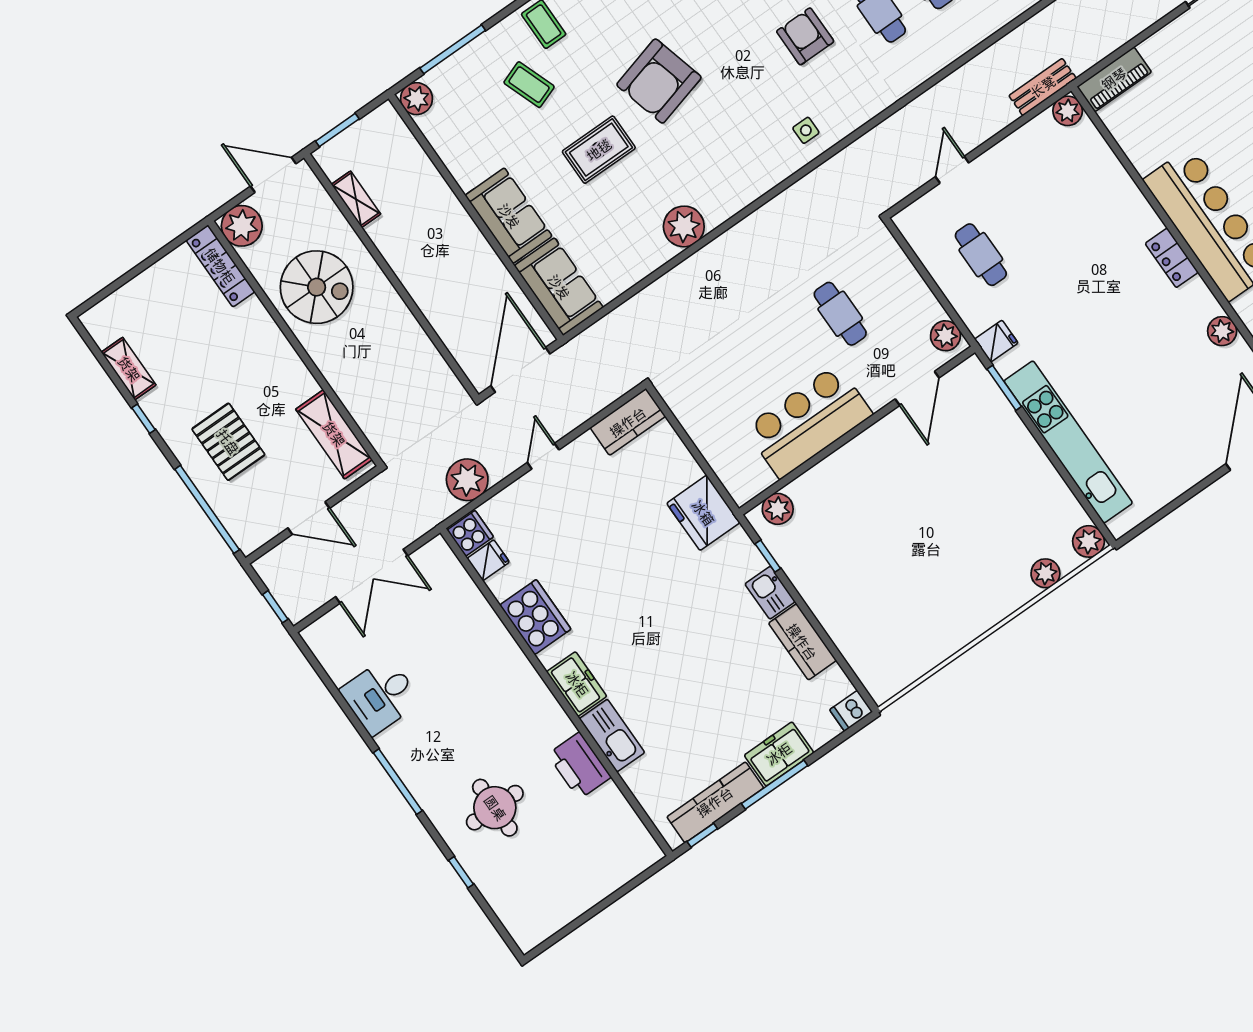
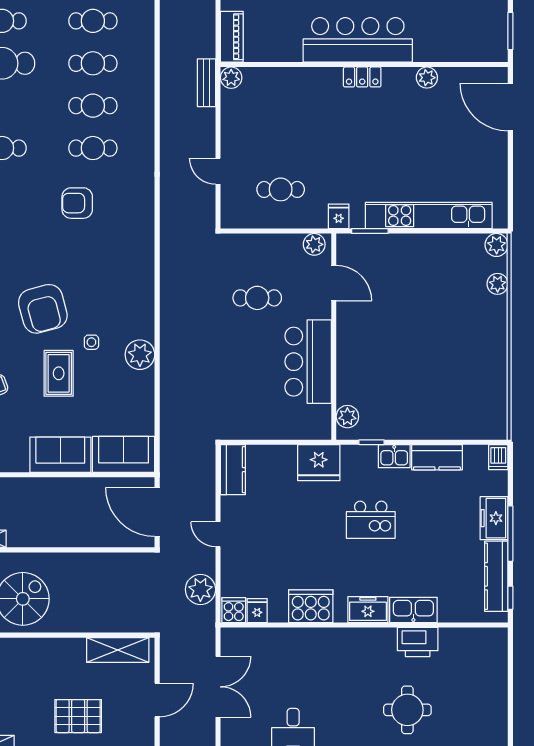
side table: (806, 130) -> (91, 342), moved
kitchen island: (680, 617) -> (371, 520), added

